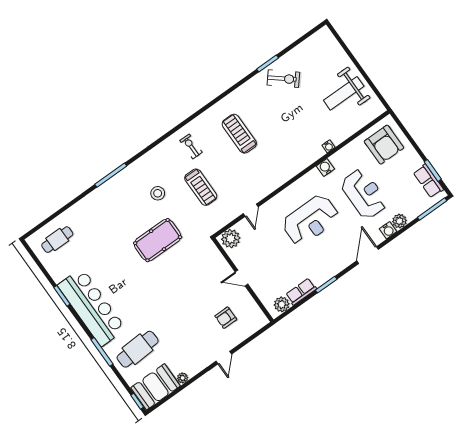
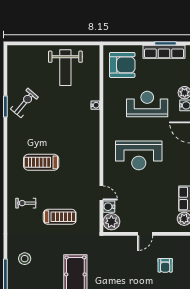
water cooler: (325, 167) -> (109, 207), moved
row of seats: (428, 181) -> (164, 52), width x1.48
stool: (158, 193) -> (25, 259), moved
reception desk: (311, 220) -> (139, 155), turned 90

